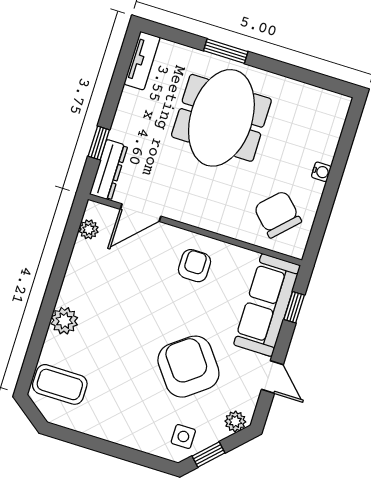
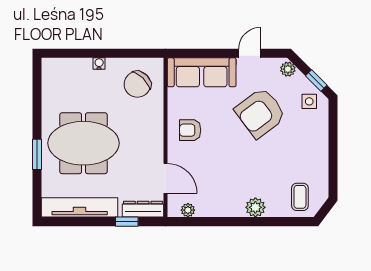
tv unit: (142, 61) -> (80, 207), width x1.92, depth x1.29
window: (294, 307) -> (197, 53), removed
coffee table: (60, 384) -> (300, 197), width x0.73, depth x0.77

